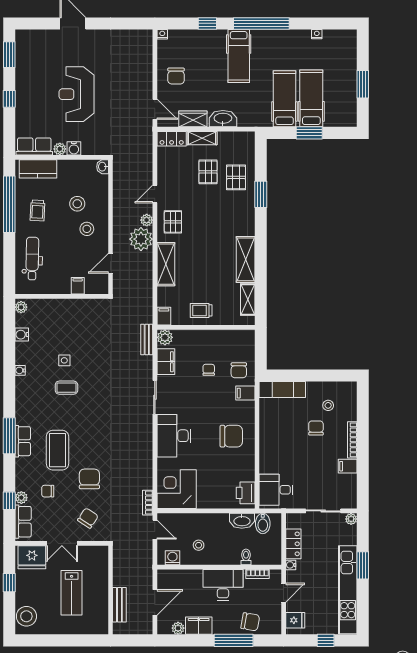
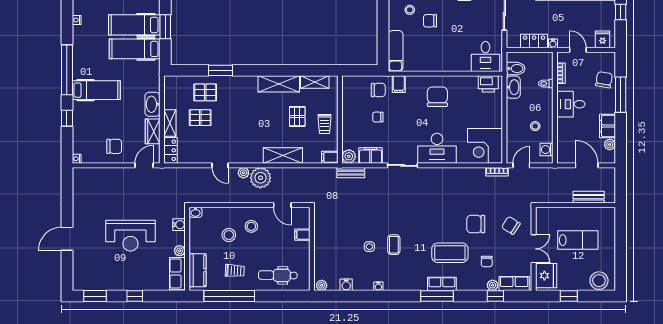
water cooler: (74, 148) -> (179, 225), moved
pallet: (173, 222) -> (297, 116), moved, turned 90
desk: (223, 585) -> (571, 104), width x0.73

